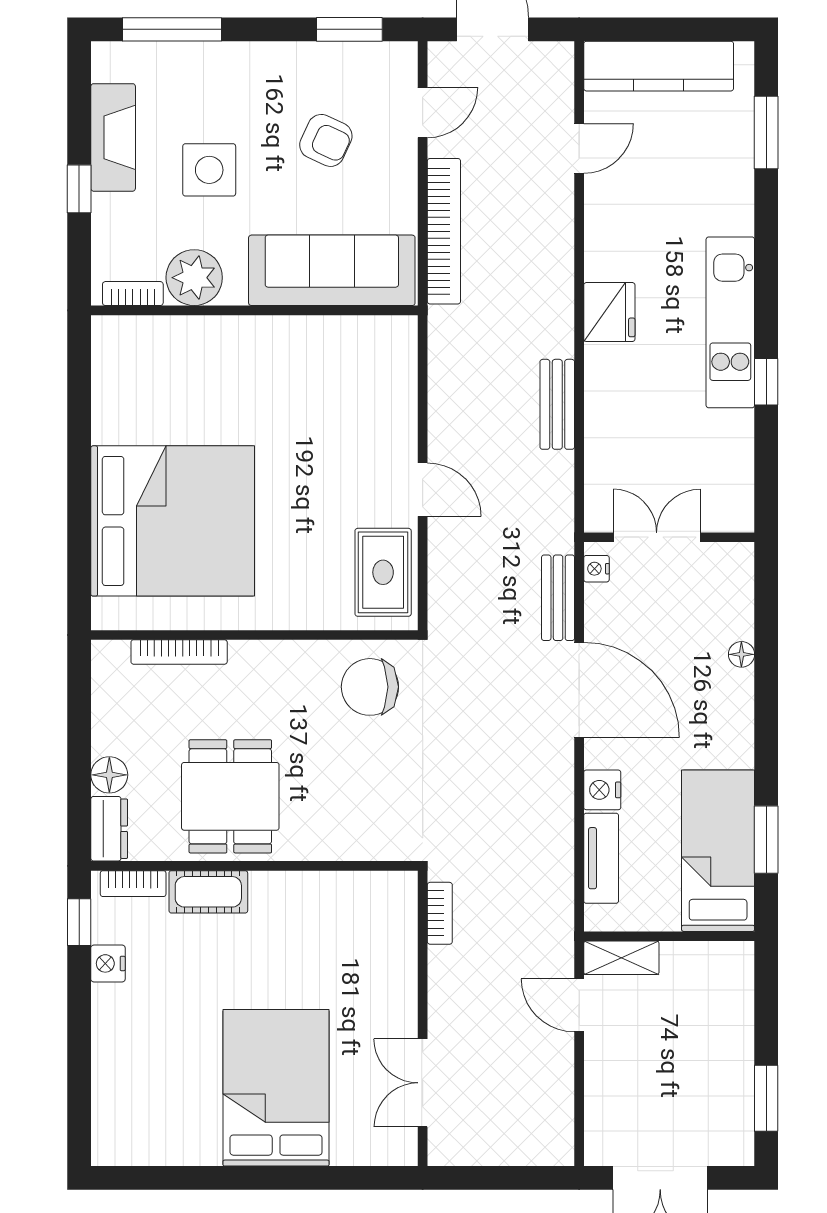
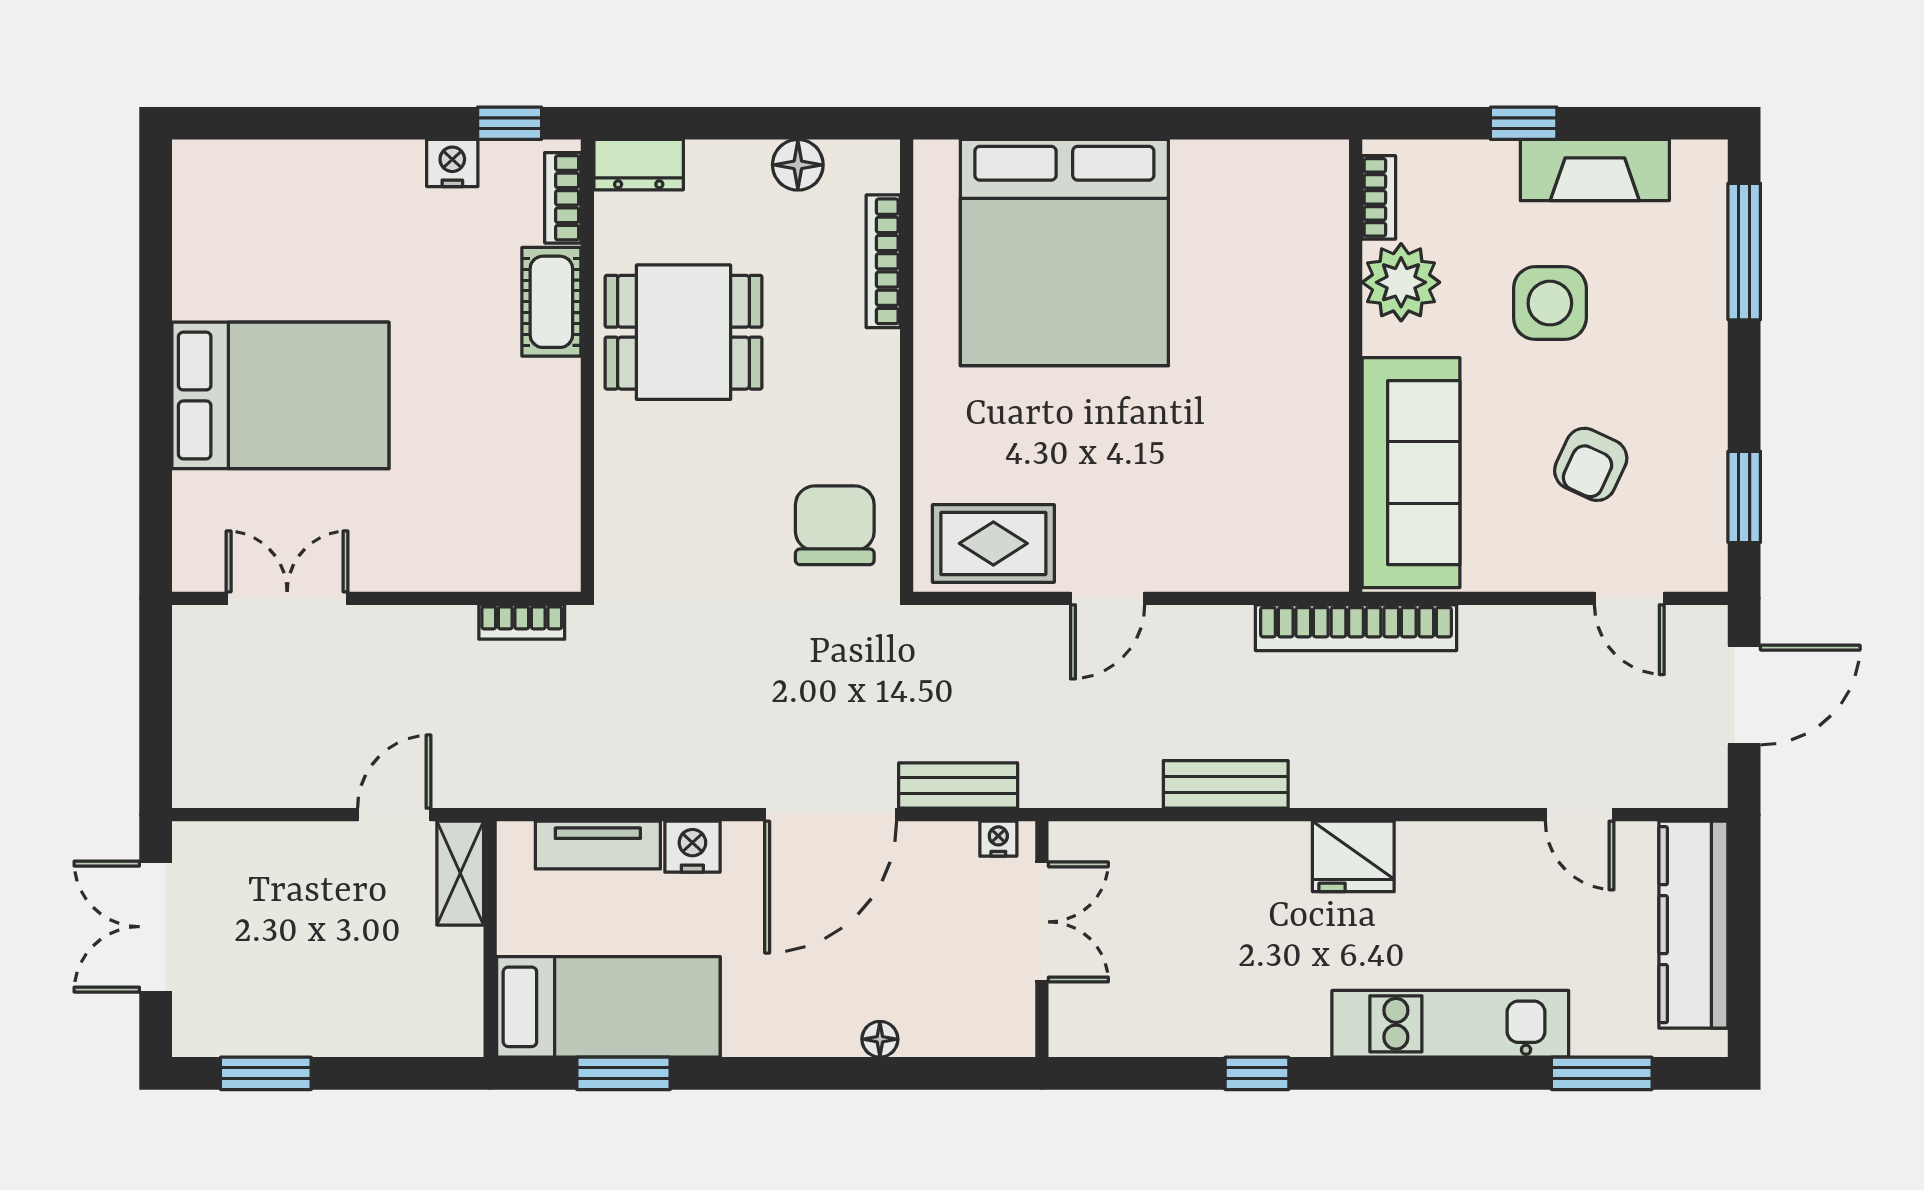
bookcase: (444, 231) -> (1356, 628), moved
kitchen unit: (730, 322) -> (1450, 1024), moved
floor lamp: (109, 775) -> (798, 165), moved

